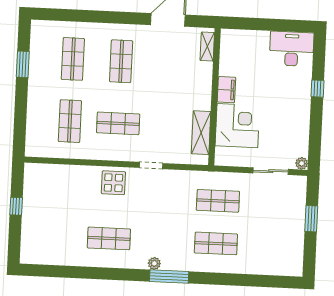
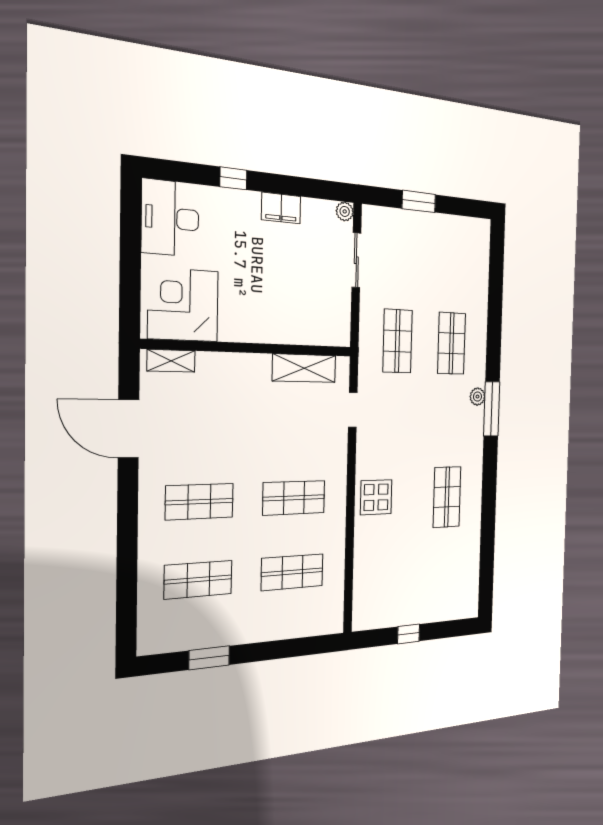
filing cabinet: (226, 90) -> (281, 208), moved, turned 180
shop shelf: (118, 123) -> (294, 498), turned 90
corner desk: (237, 126) -> (183, 305), moved
doorway: (151, 165) -> (353, 410), moved
plant: (154, 263) -> (477, 397), moved

